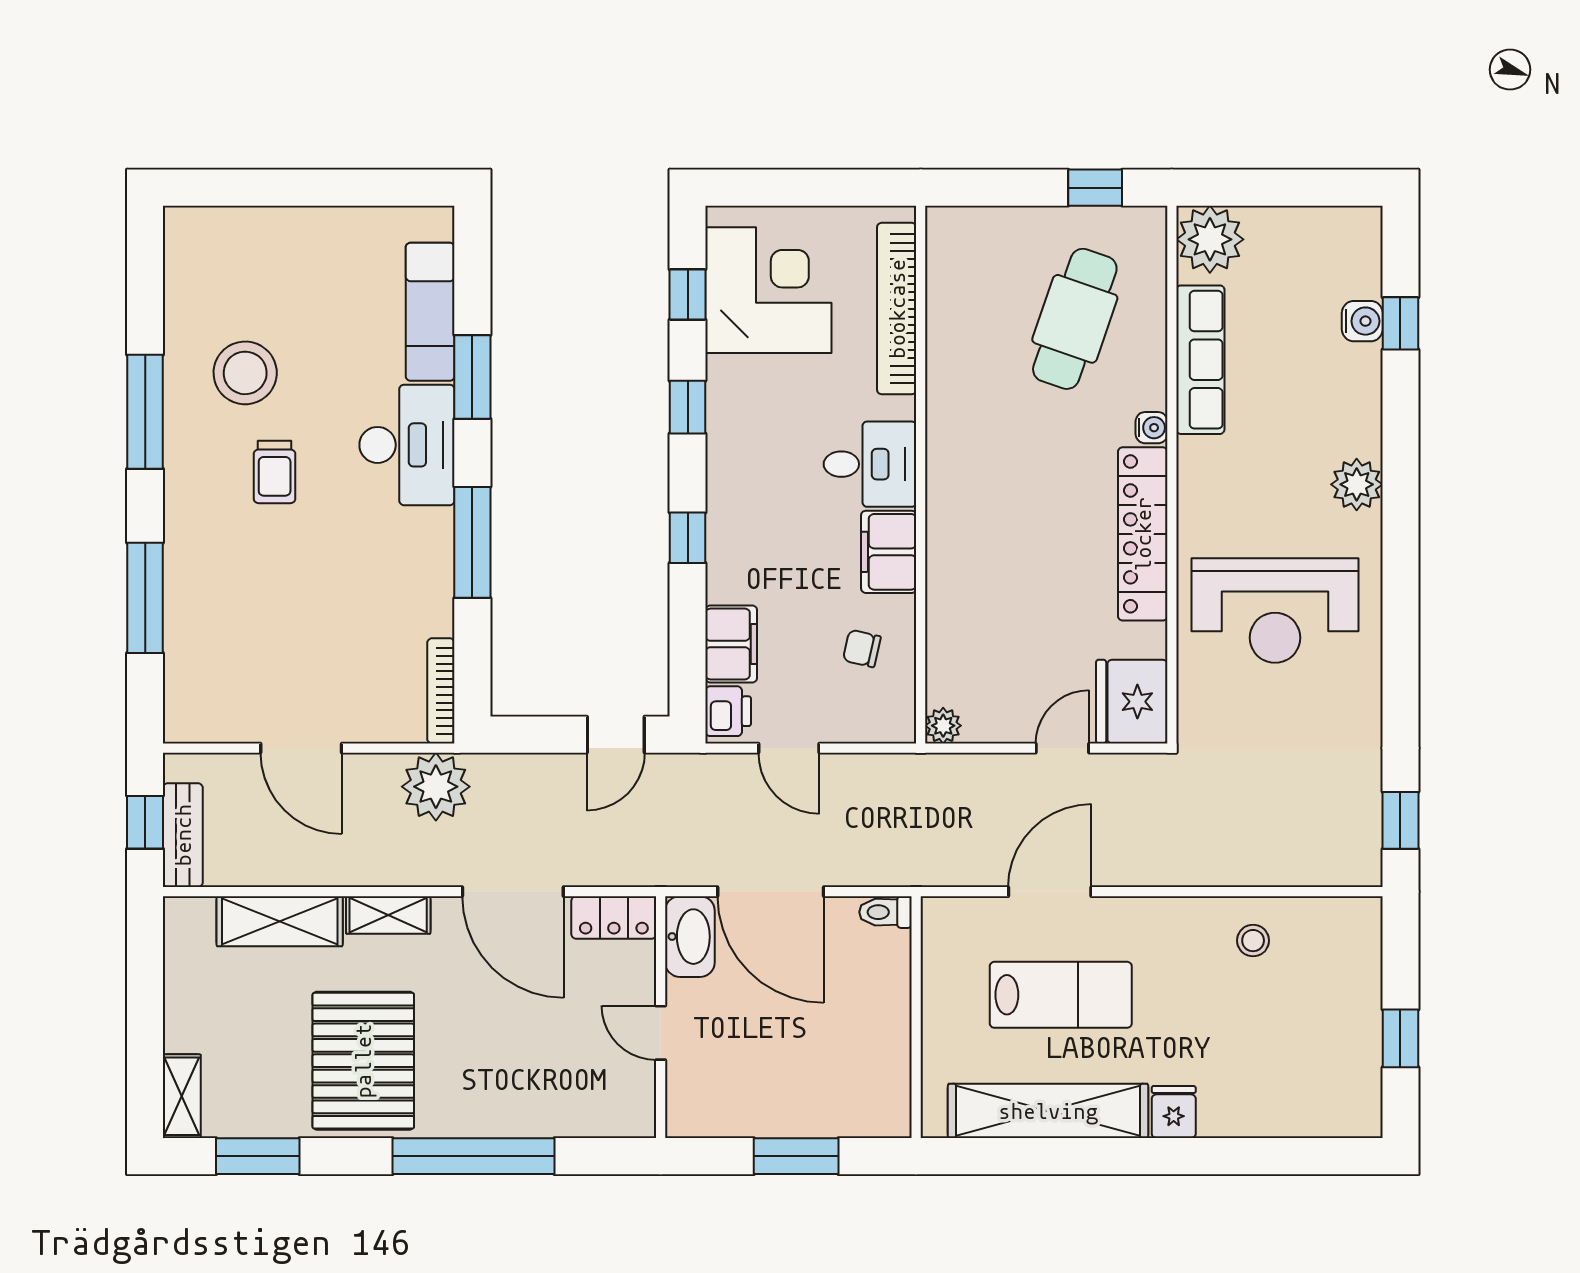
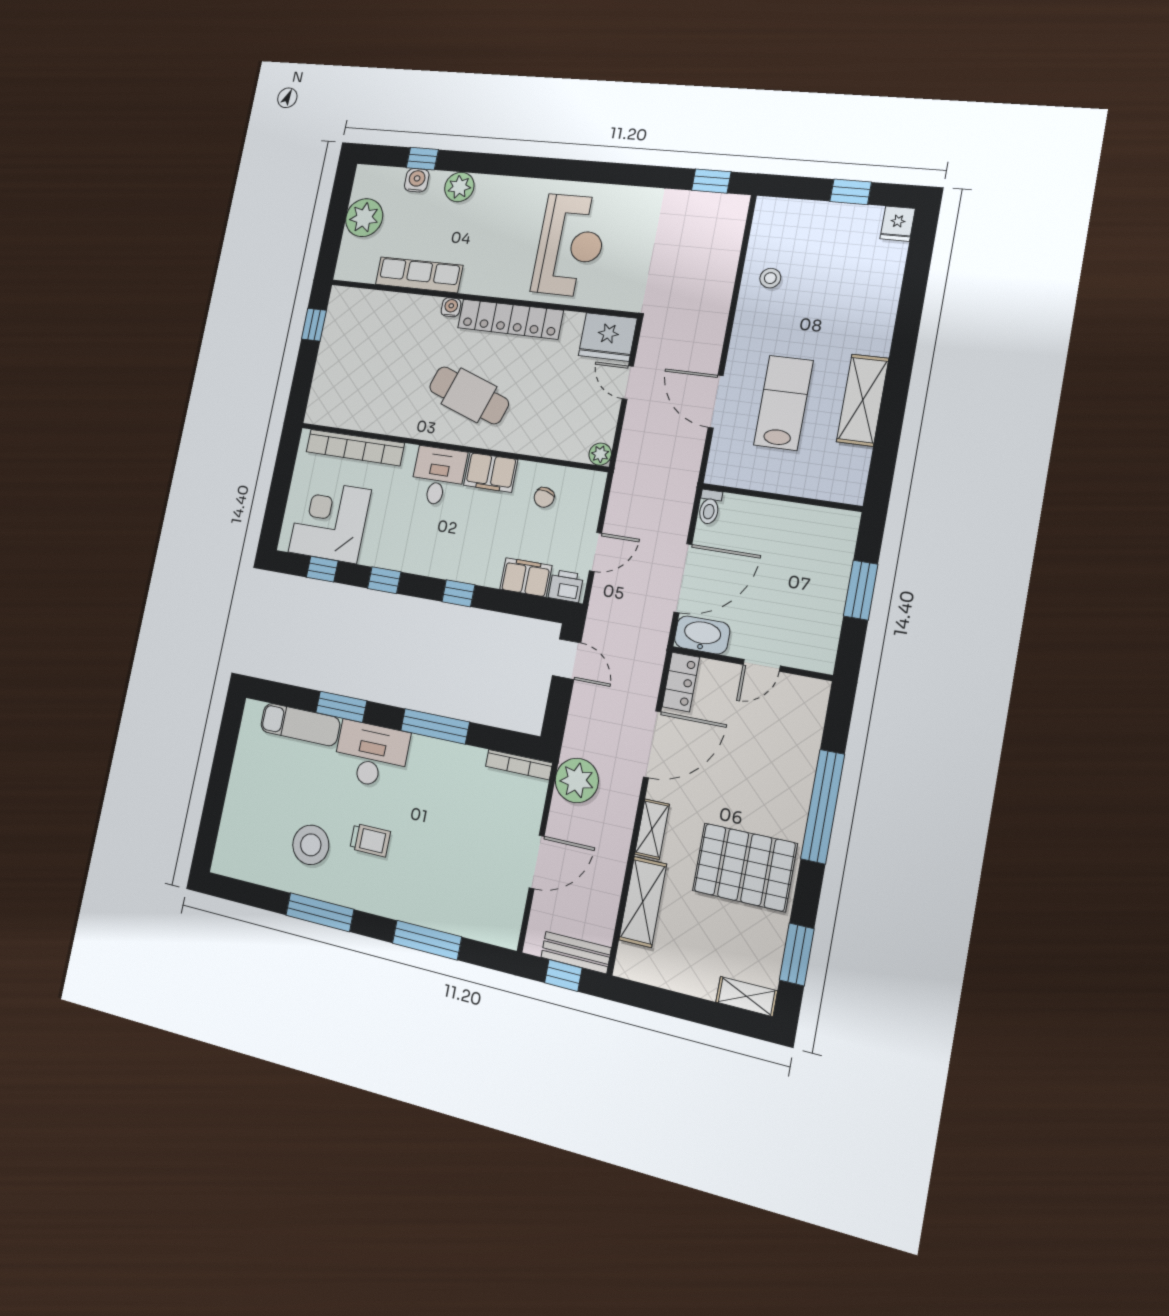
plant: (1210, 239) -> (364, 218), moved
cafe table: (1075, 319) -> (469, 395), moved
plant: (1357, 484) -> (459, 187), moved
shelving: (1048, 1111) -> (863, 400), width x0.68
fridge: (1174, 1112) -> (898, 224), moved, turned -90

